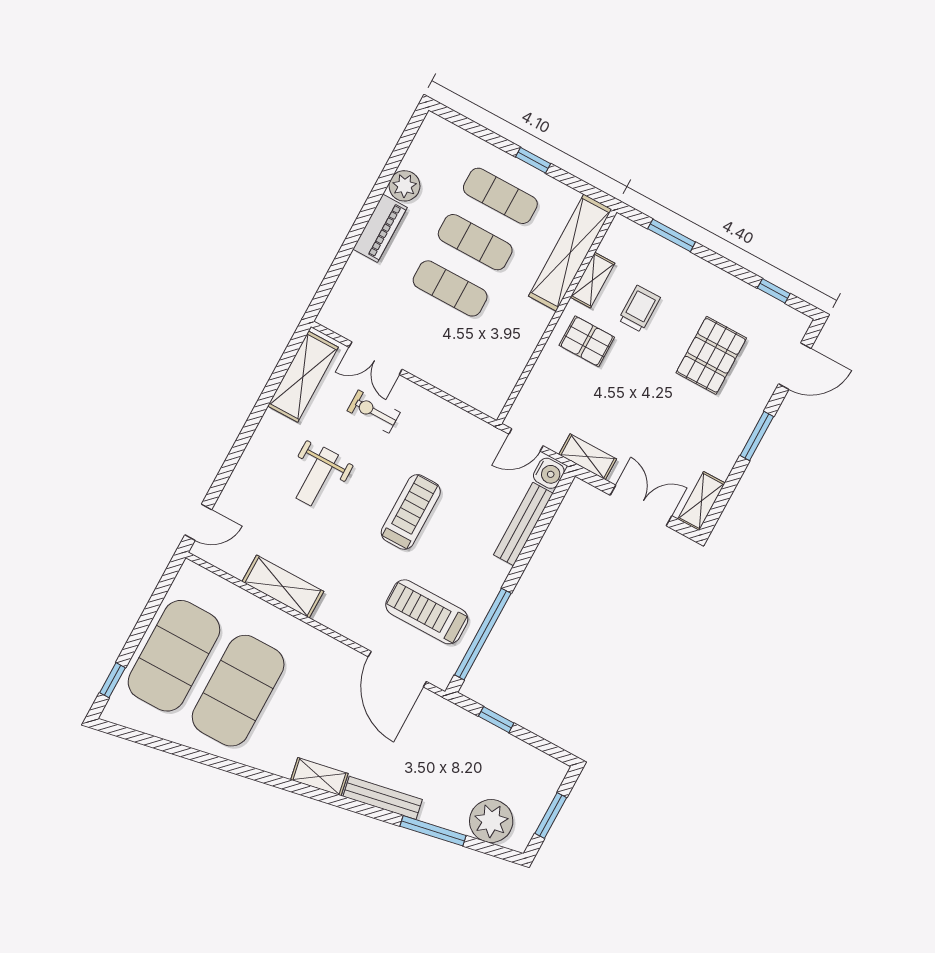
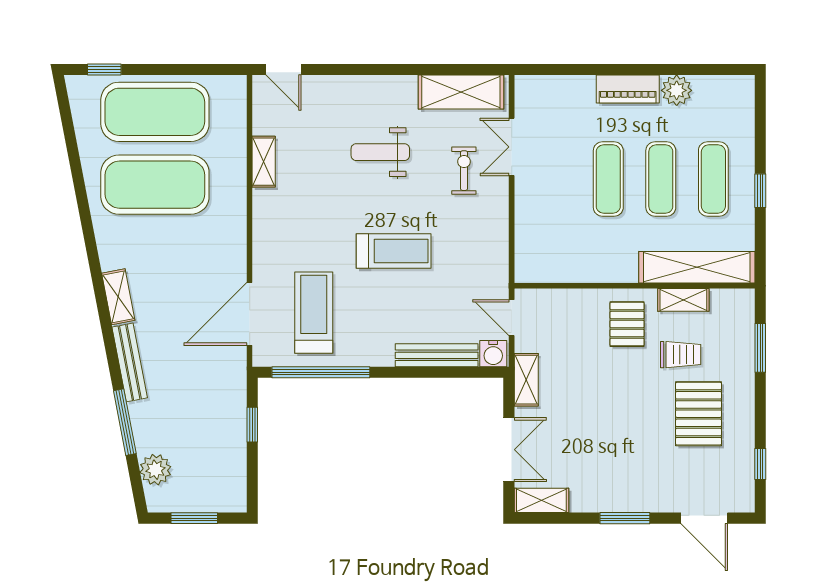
pallet: (711, 355) -> (699, 414), moved, turned 90
shelving: (283, 587) -> (264, 162), width x0.67, depth x0.75
plant: (491, 821) -> (155, 470), width x0.73, depth x0.73

